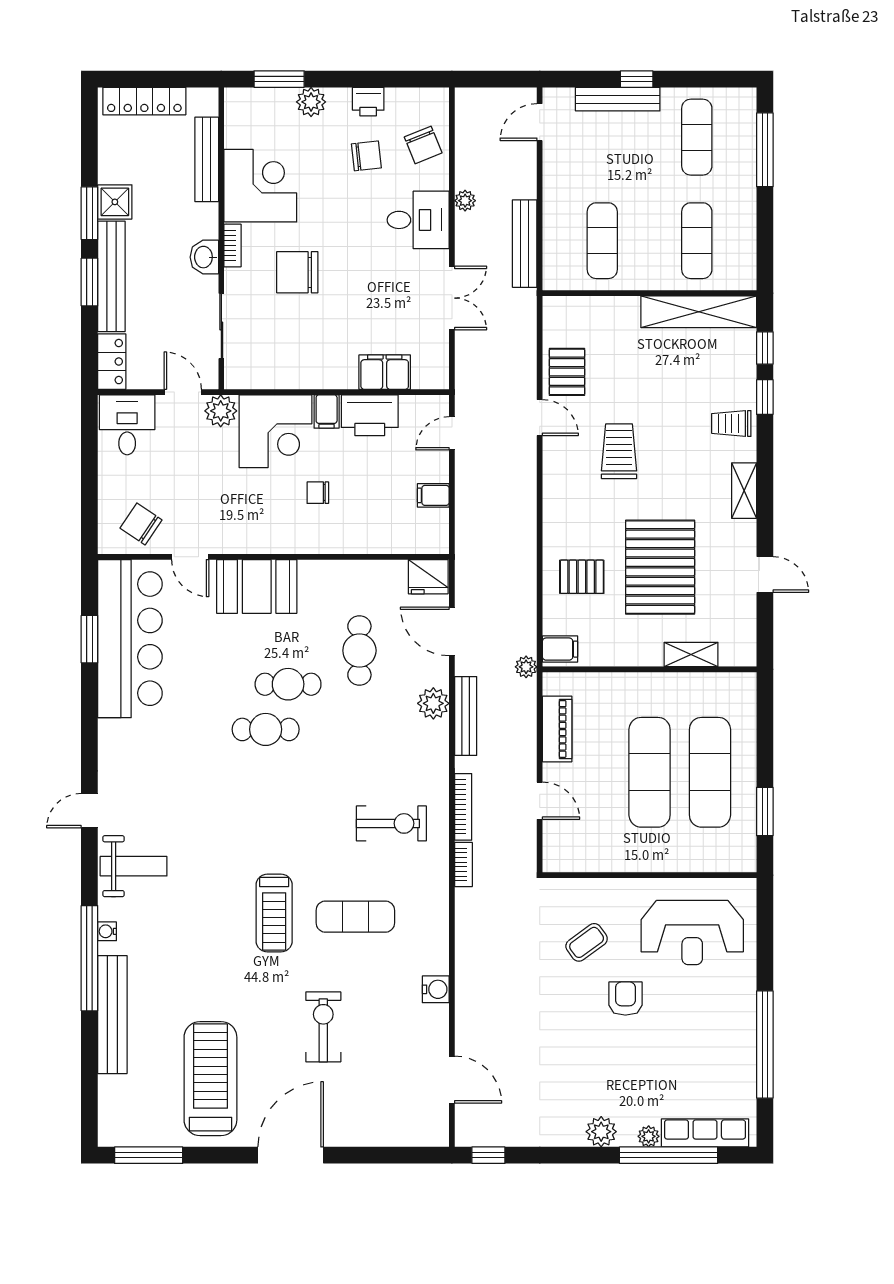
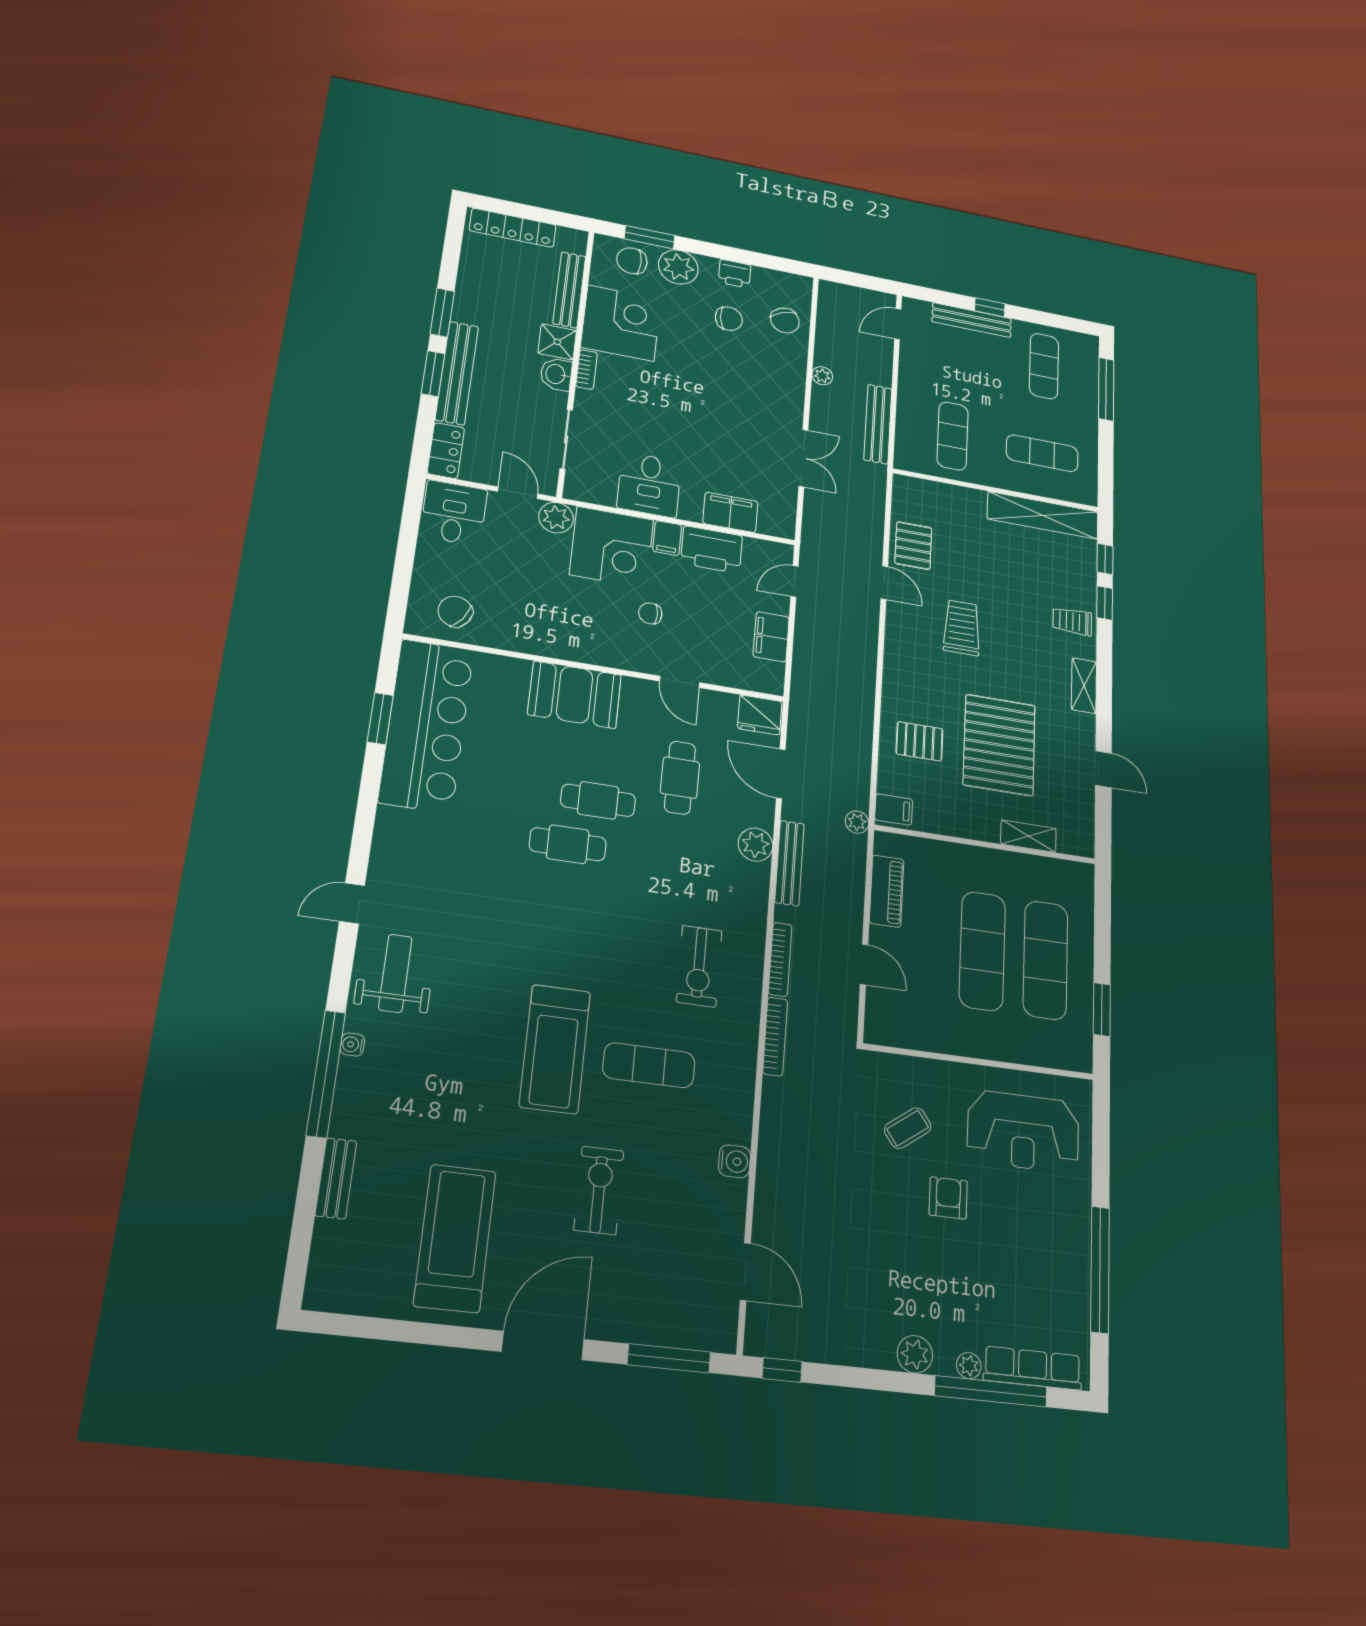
plant: (311, 102) -> (678, 267), width x1.36, depth x1.36
shower: (115, 202) -> (557, 342), moved
desk: (418, 220) -> (649, 485), moved, turned 90
exercise mat: (697, 241) -> (1042, 453), turned 90
chair: (297, 272) -> (632, 261), moved, width x0.73, depth x0.73
filing cabinet: (433, 495) -> (771, 637), width x2.00
door: (190, 557) -> (679, 682), moved
exercise bike: (391, 823) -> (699, 966), turned 90
bookcase: (463, 865) -> (775, 1037), width x1.56
weight bench: (134, 866) -> (395, 973), turned -90
treadmill: (274, 913) -> (555, 1049), width x1.37, depth x1.38
bench: (112, 1015) -> (336, 1178), width x0.54, depth x0.82
window: (149, 1155) -> (669, 1358), moved

